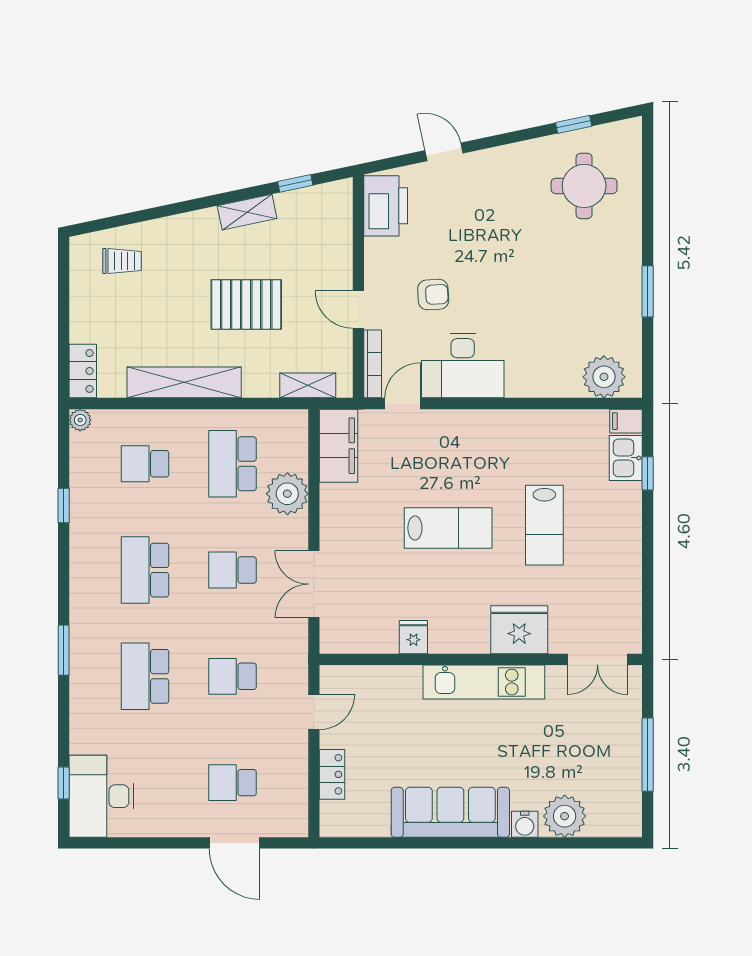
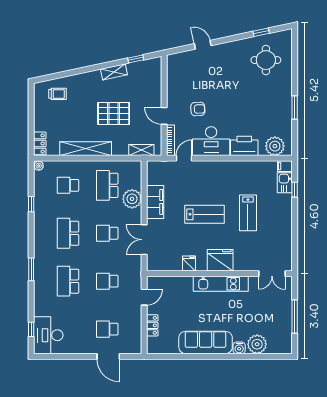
printer: (386, 206) -> (244, 146), moved, turned -90
filing cabinet: (338, 446) -> (155, 202), moved
fridge: (519, 630) -> (220, 260), moved

